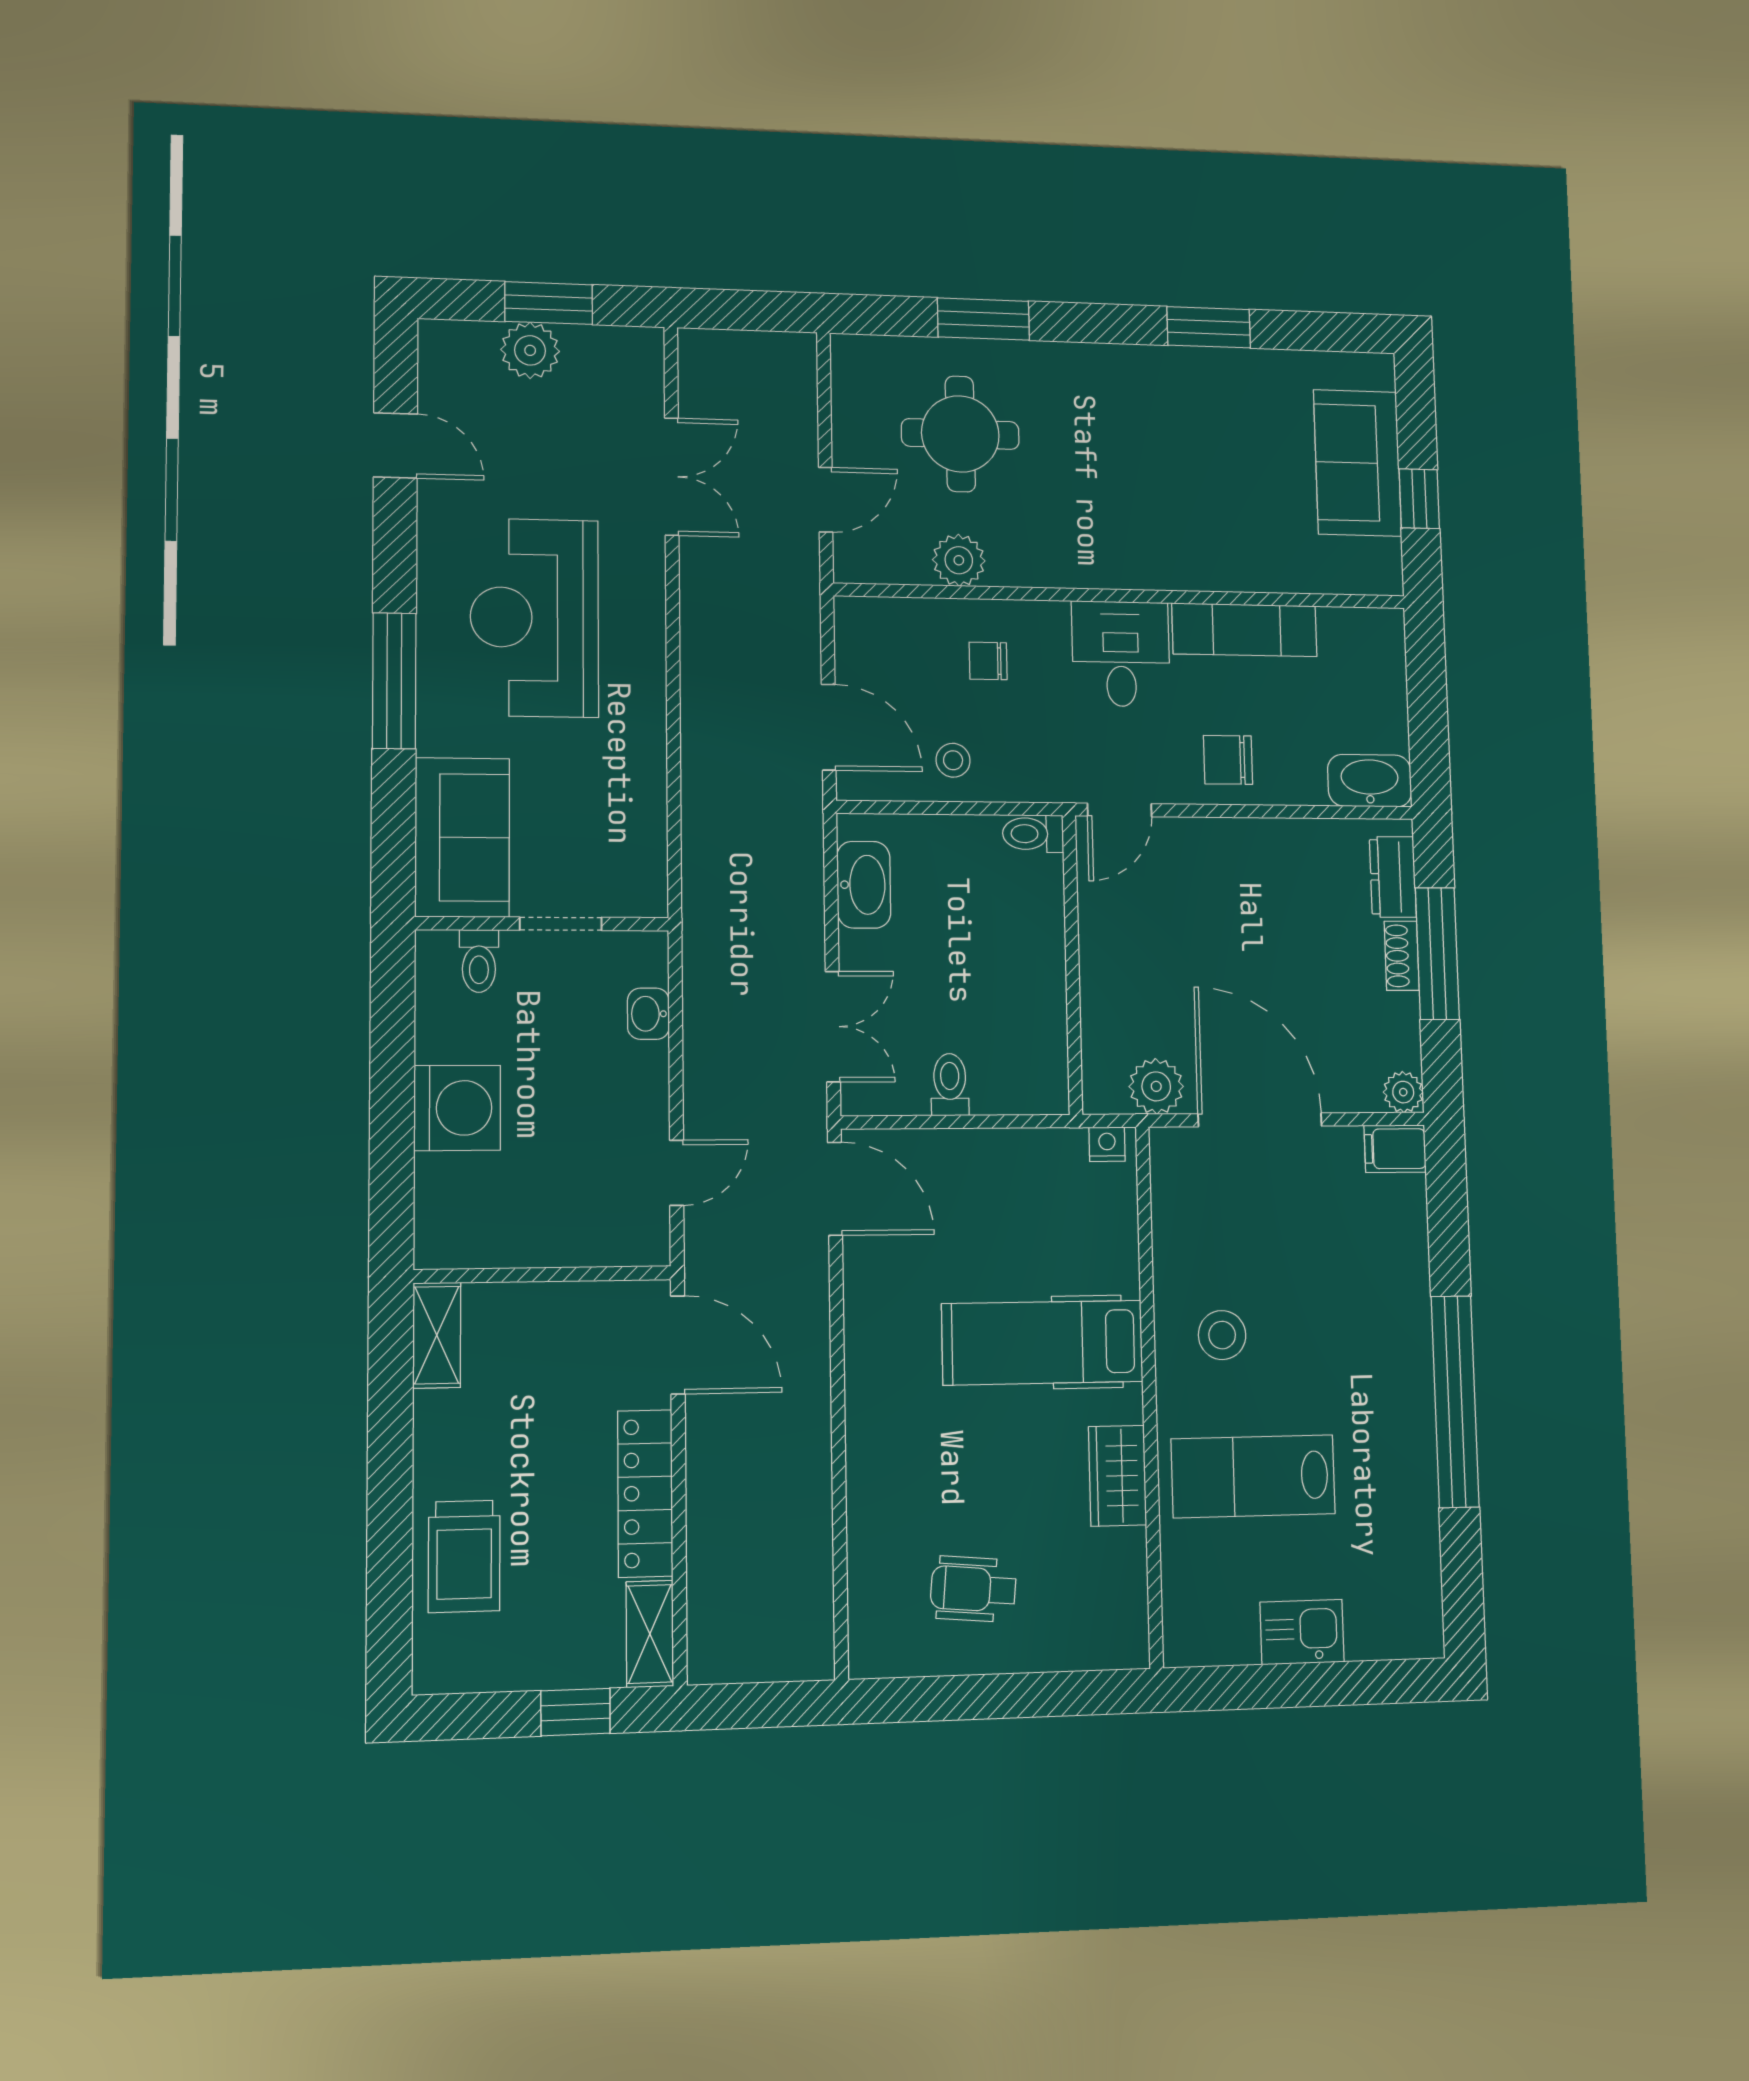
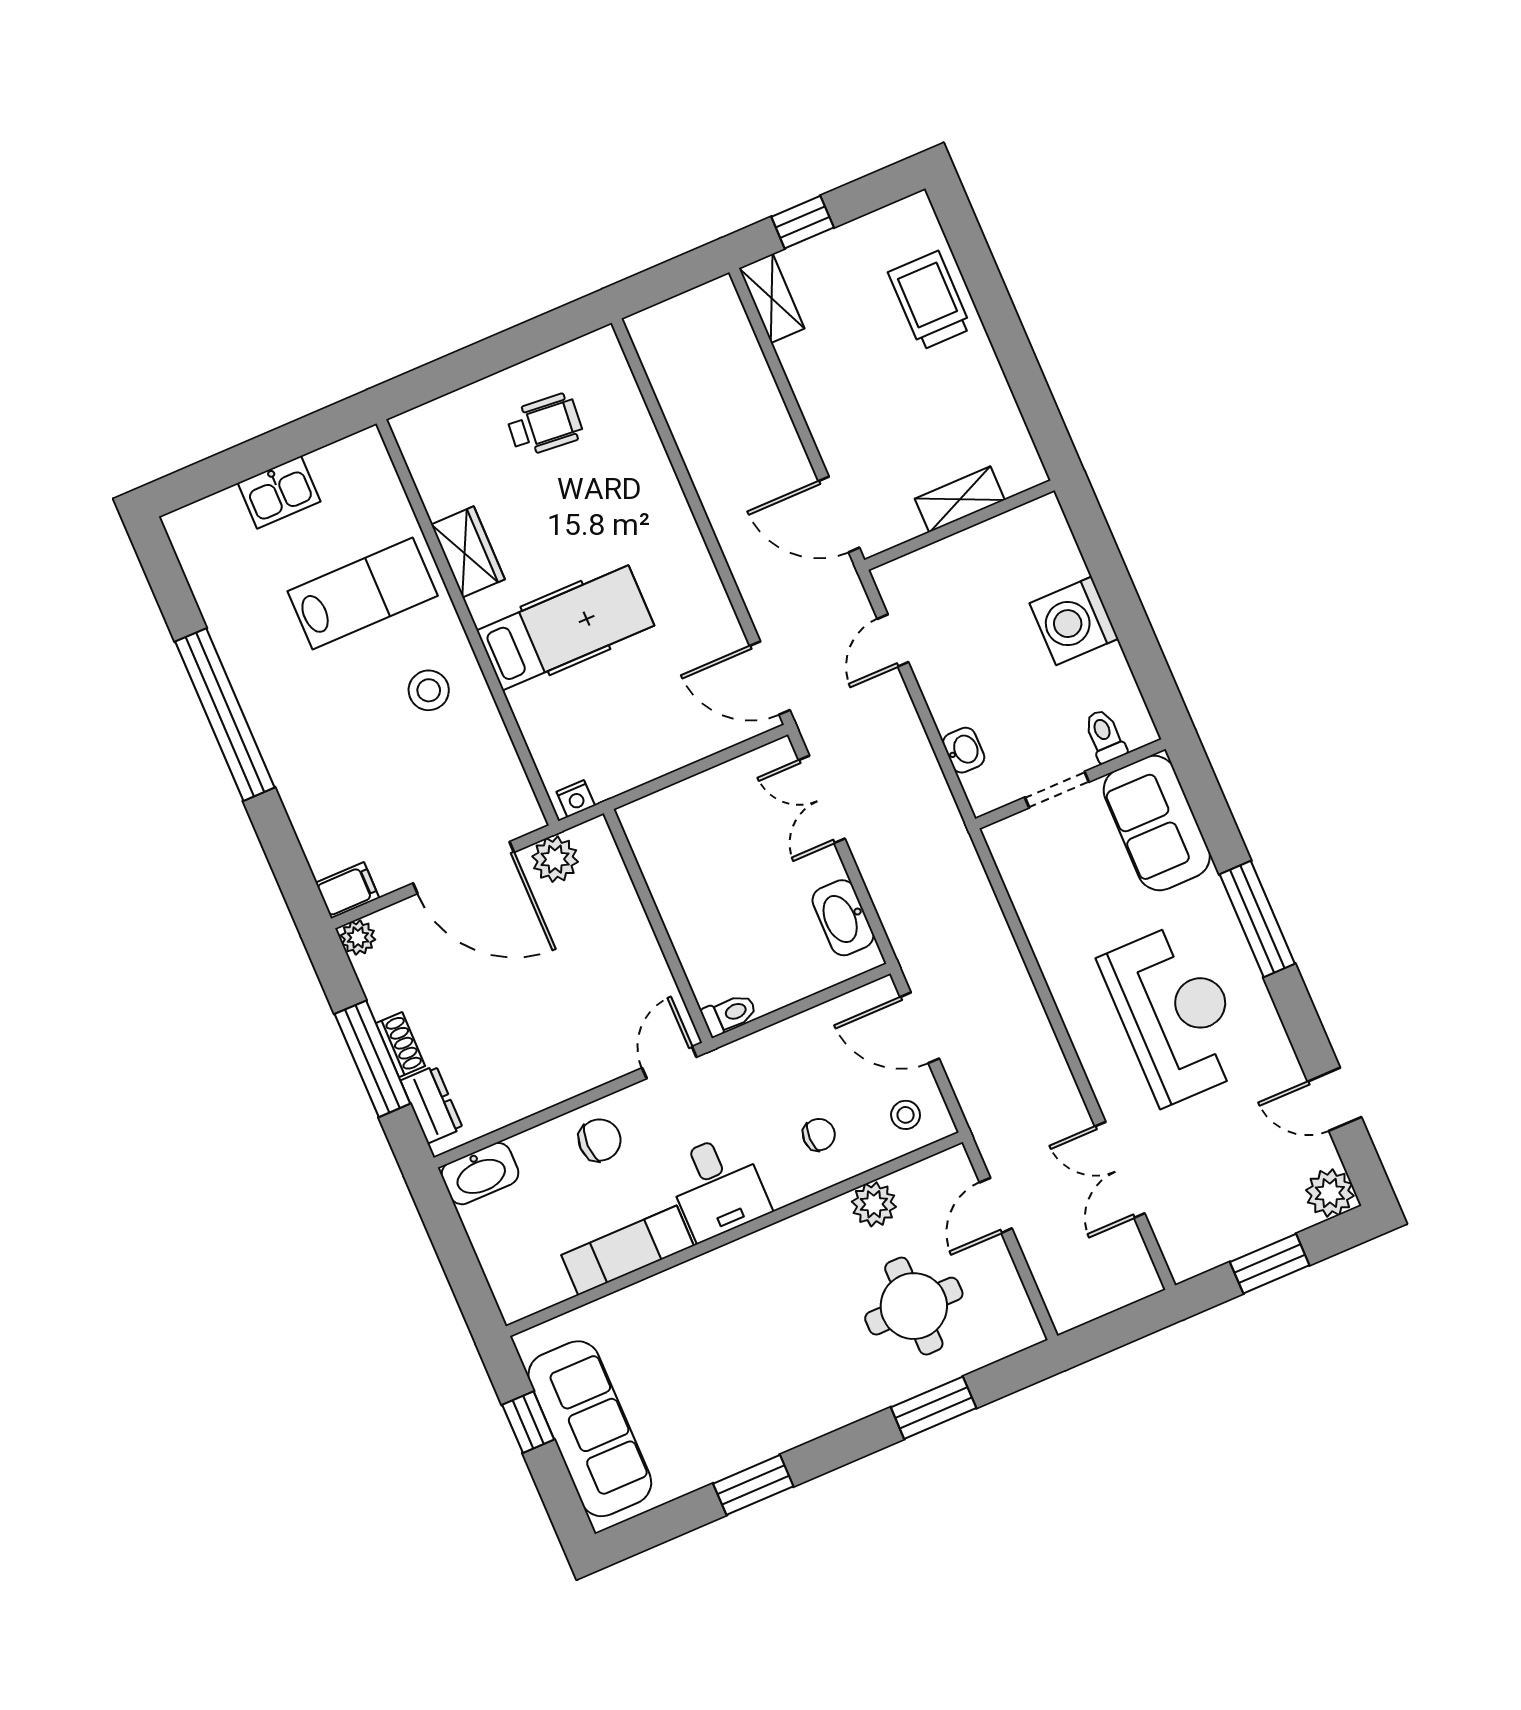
plant: (530, 350) -> (1330, 1193), moved
sofa: (1358, 463) -> (590, 1429), width x1.36
stool: (953, 760) -> (906, 1115), moved
toilet: (950, 1085) -> (715, 793), removed
shelving: (437, 1335) -> (960, 499), moved, turned 90
locker: (645, 1493) -> (818, 397), removed

